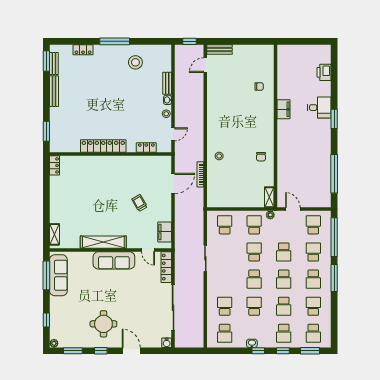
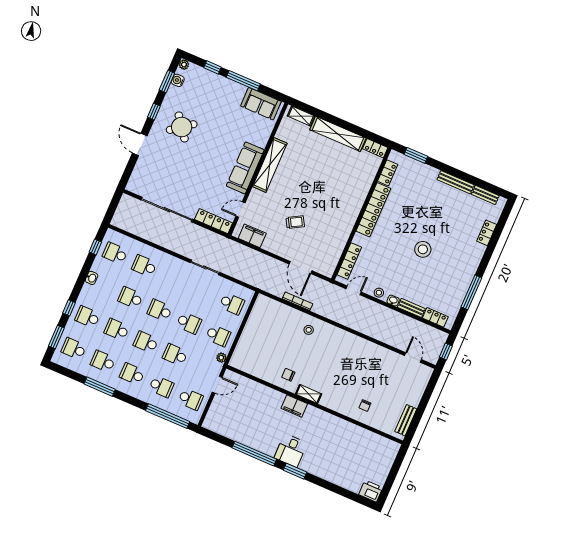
window: (115, 41) -> (471, 292), moved
bench: (220, 50) -> (406, 420), moved
window: (46, 61) -> (492, 188), removed
locker: (166, 61) -> (435, 317), added
stool: (135, 62) -> (423, 249), moved
printer: (324, 72) -> (371, 491), moved
desk: (319, 108) -> (291, 450), moved
filing cabinet: (283, 109) -> (294, 406), moved
door: (173, 134) -> (354, 290), swing flipped
locker: (70, 147) -> (388, 173), added
locker: (146, 148) -> (349, 261), width x1.53
window: (334, 174) -> (254, 454), moved
shelving: (269, 197) -> (309, 394), moved
shelving: (56, 199) -> (338, 134), added
window: (46, 275) -> (243, 81), moved
sofa: (58, 275) -> (261, 104), width x0.73
window: (334, 278) -> (100, 387), moved
school desk: (225, 306) -> (144, 266), turned 180
school desk: (254, 306) -> (130, 298), turned 180
school desk: (313, 306) -> (103, 361), turned 180
round table: (103, 324) -> (182, 127), turned -37
water cooler: (167, 343) -> (178, 80), moved
door: (131, 351) -> (140, 144), swing flipped
window: (258, 351) -> (95, 247), moved

